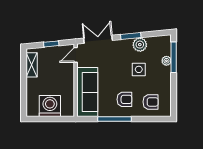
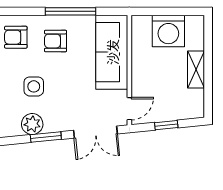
shelving: (32, 65) -> (196, 69), moved

